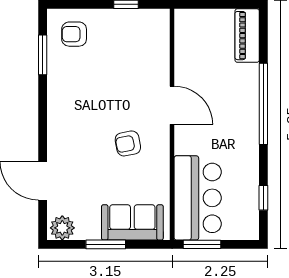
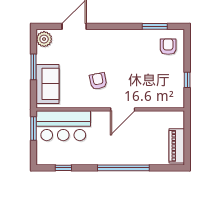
piano: (247, 36) -> (177, 146), moved, turned -90

